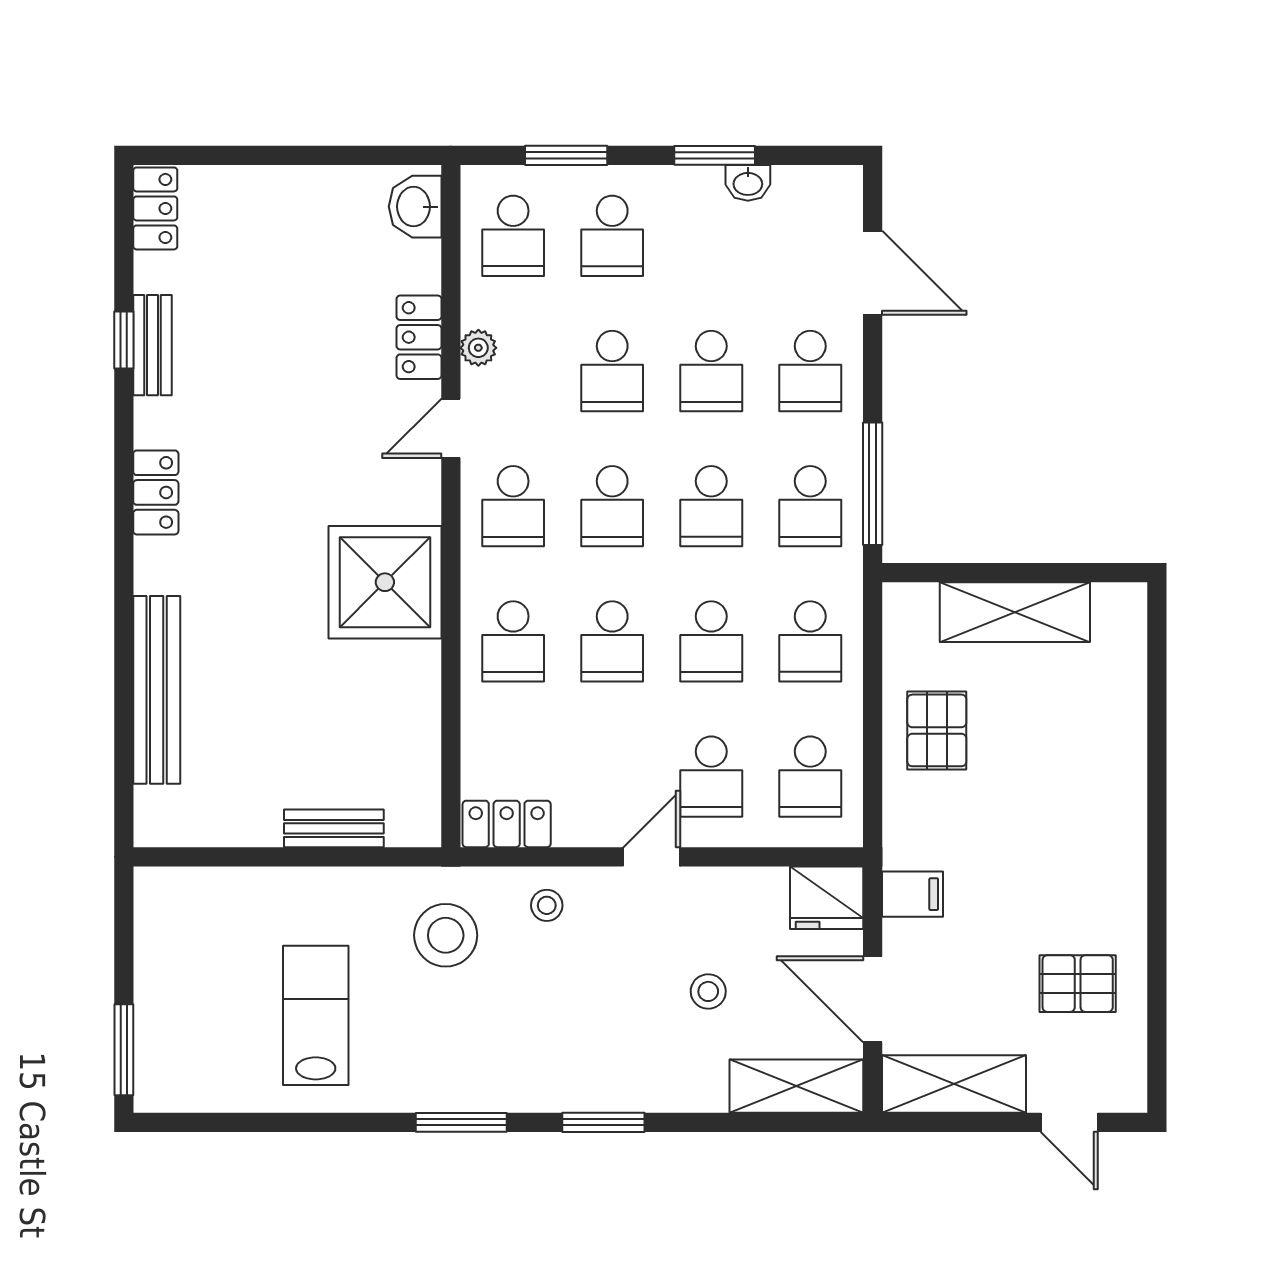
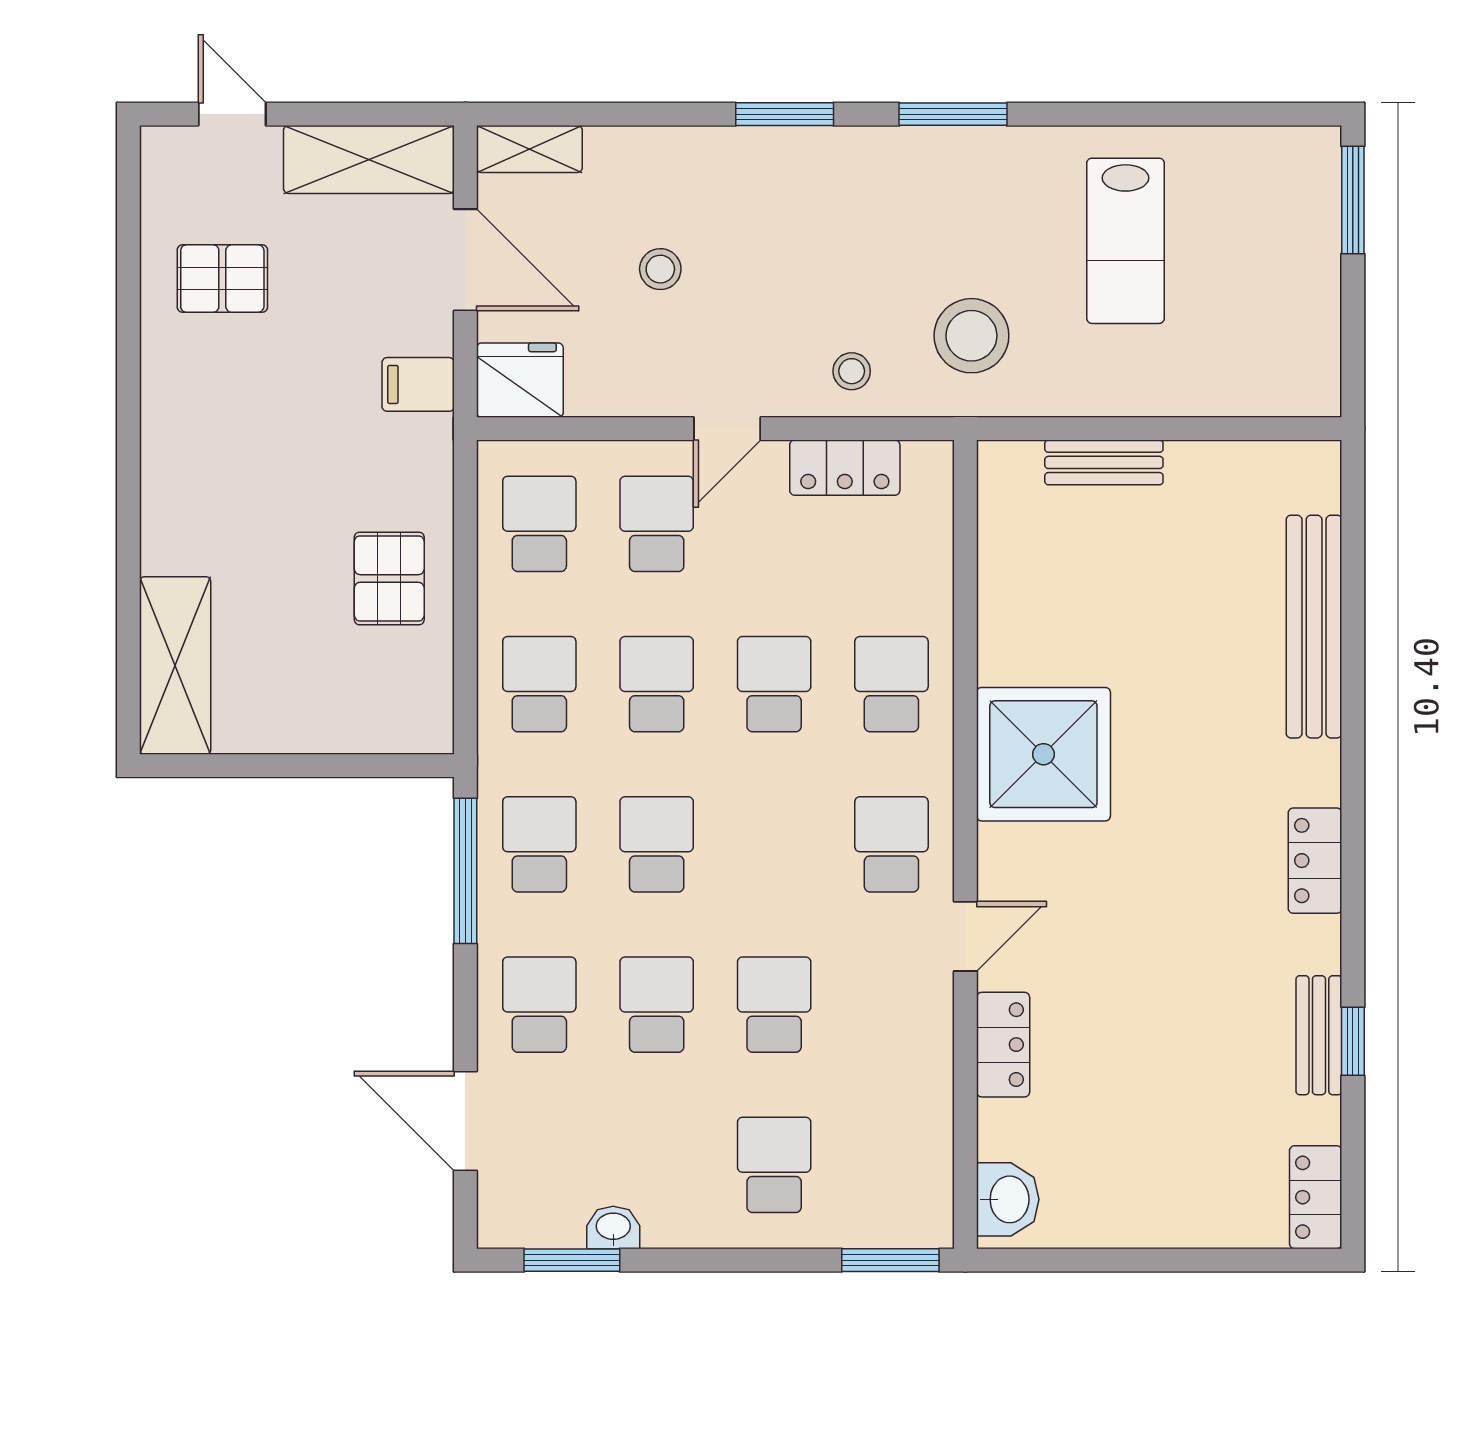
window: (566, 155) -> (890, 1260), moved
window: (715, 155) -> (572, 1260), moved
school desk: (513, 236) -> (891, 1165), removed
plant: (478, 348) -> (933, 1032), removed
school desk: (612, 506) -> (774, 844), removed
shelving: (1015, 612) -> (175, 666), moved, turned 90
locker: (507, 824) -> (845, 468), moved
shelving: (796, 1086) -> (529, 149), width x0.67, depth x0.75

